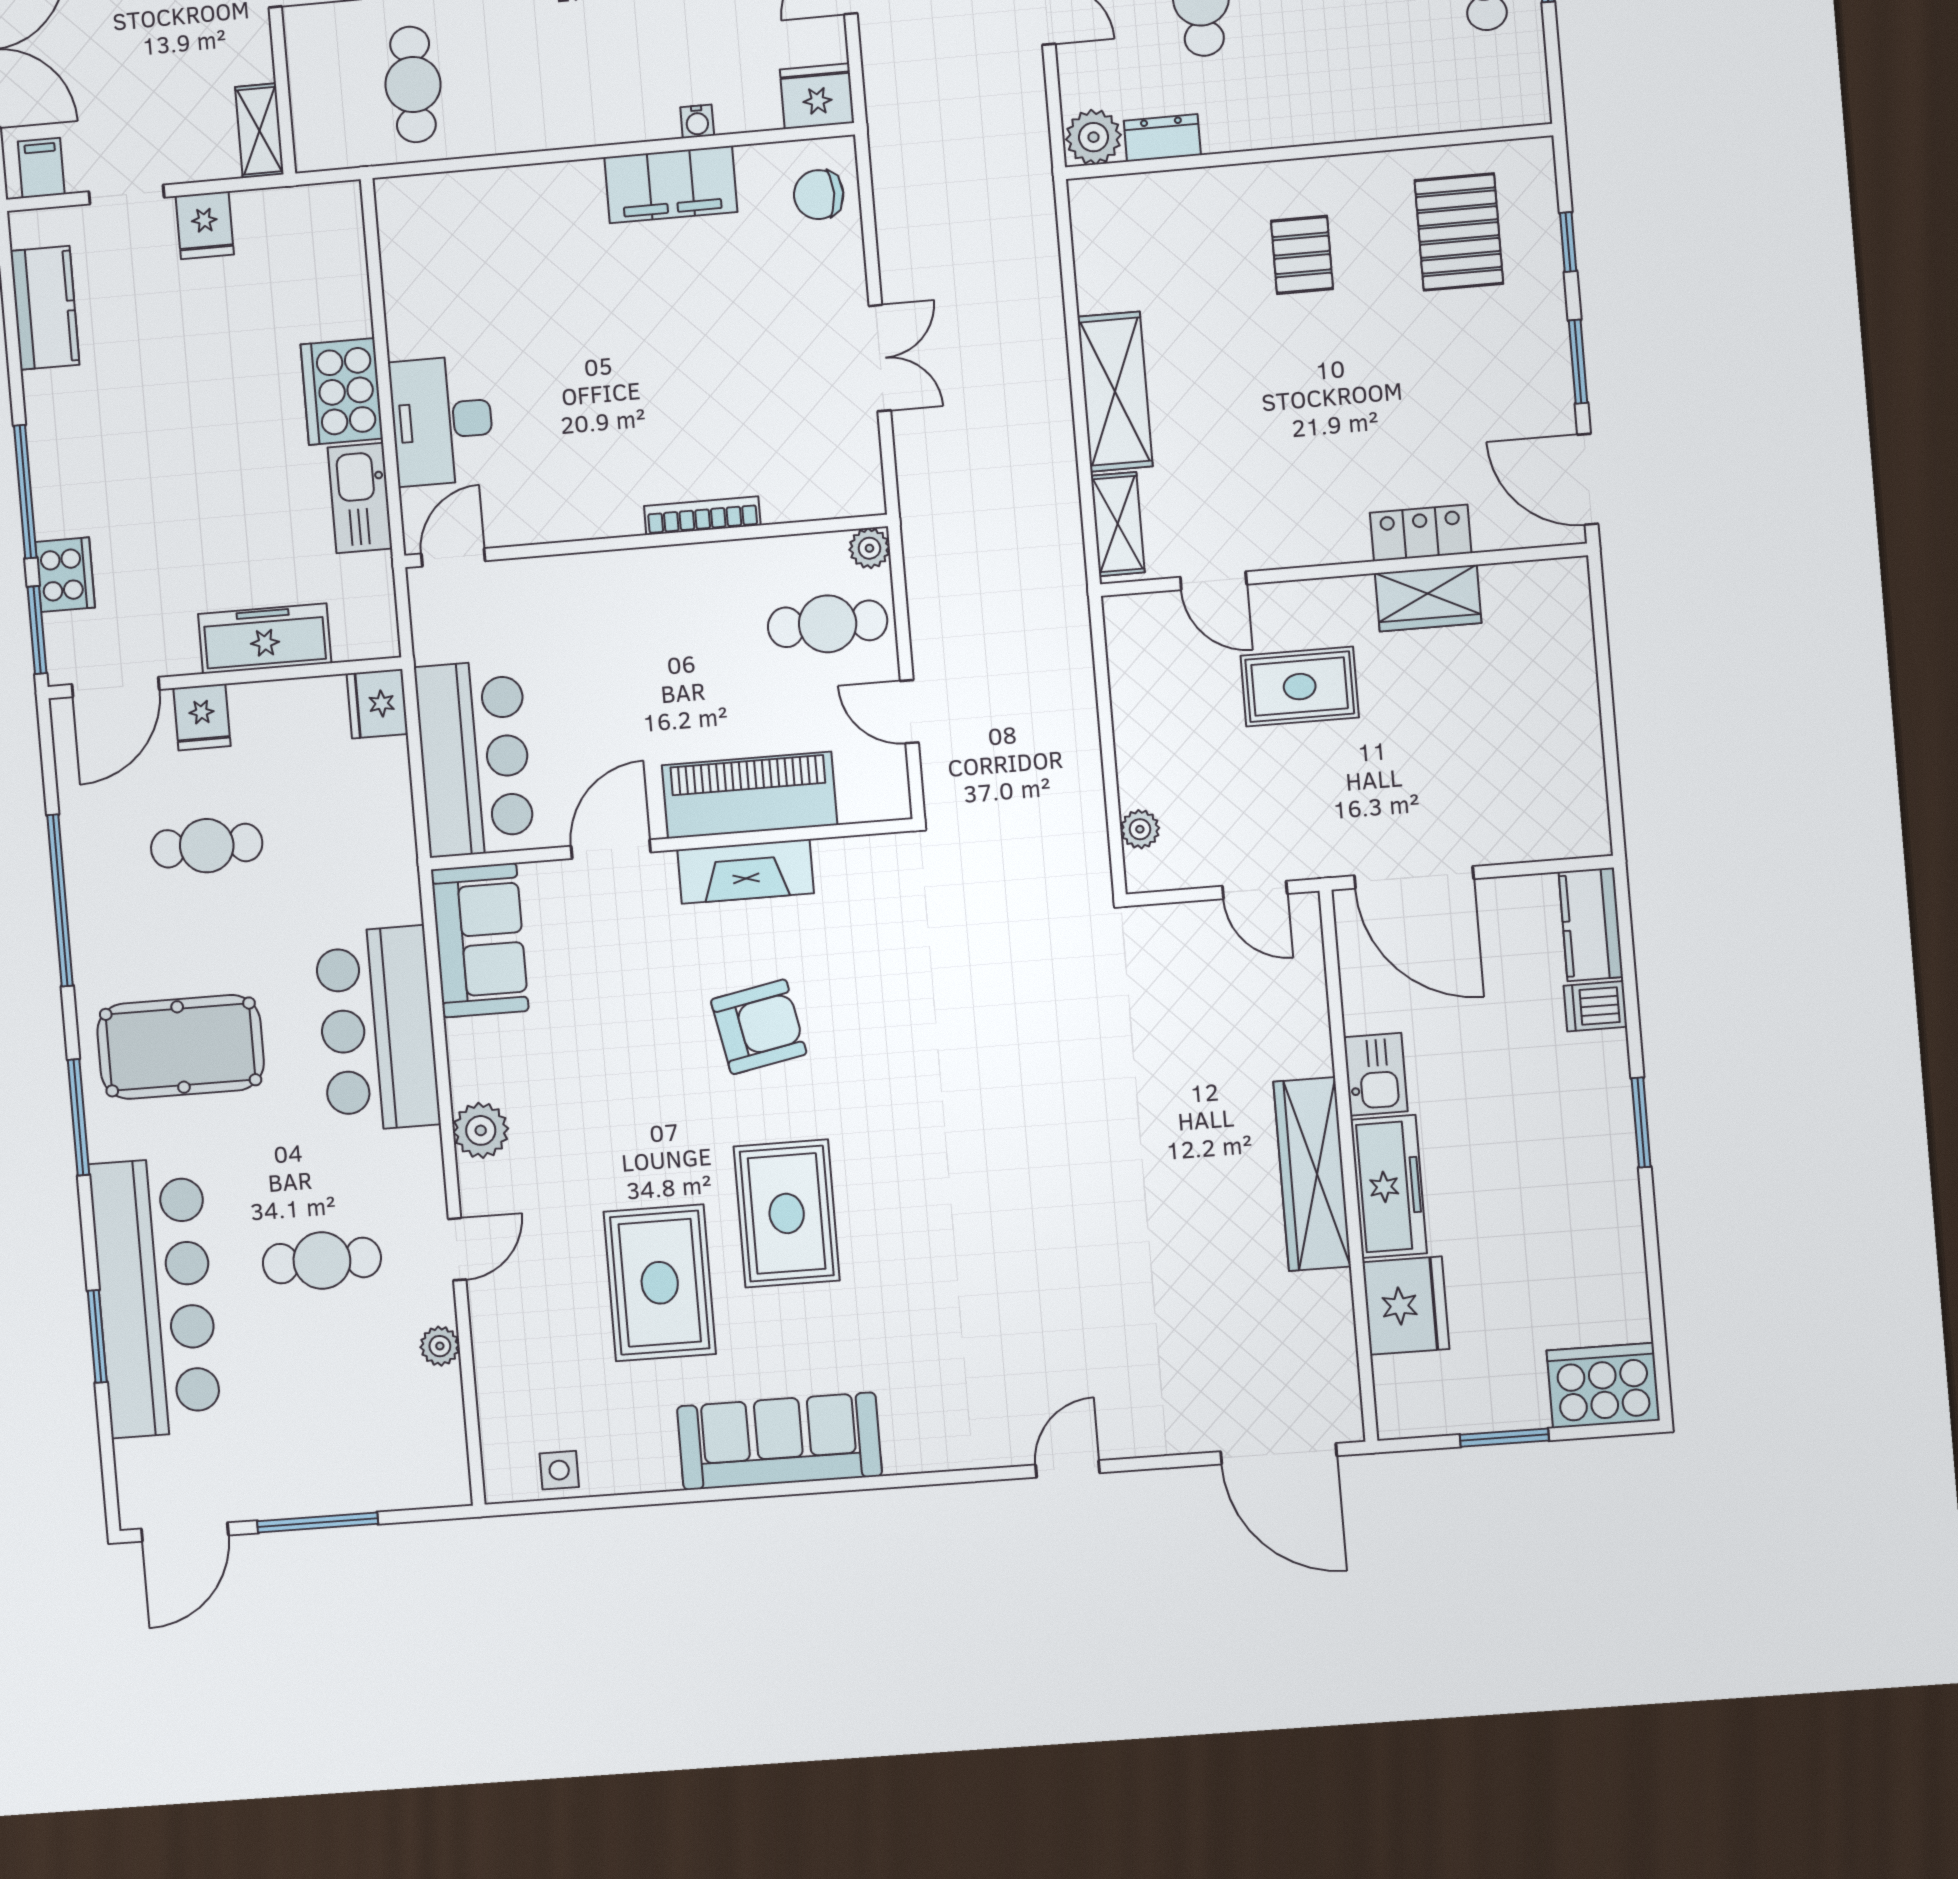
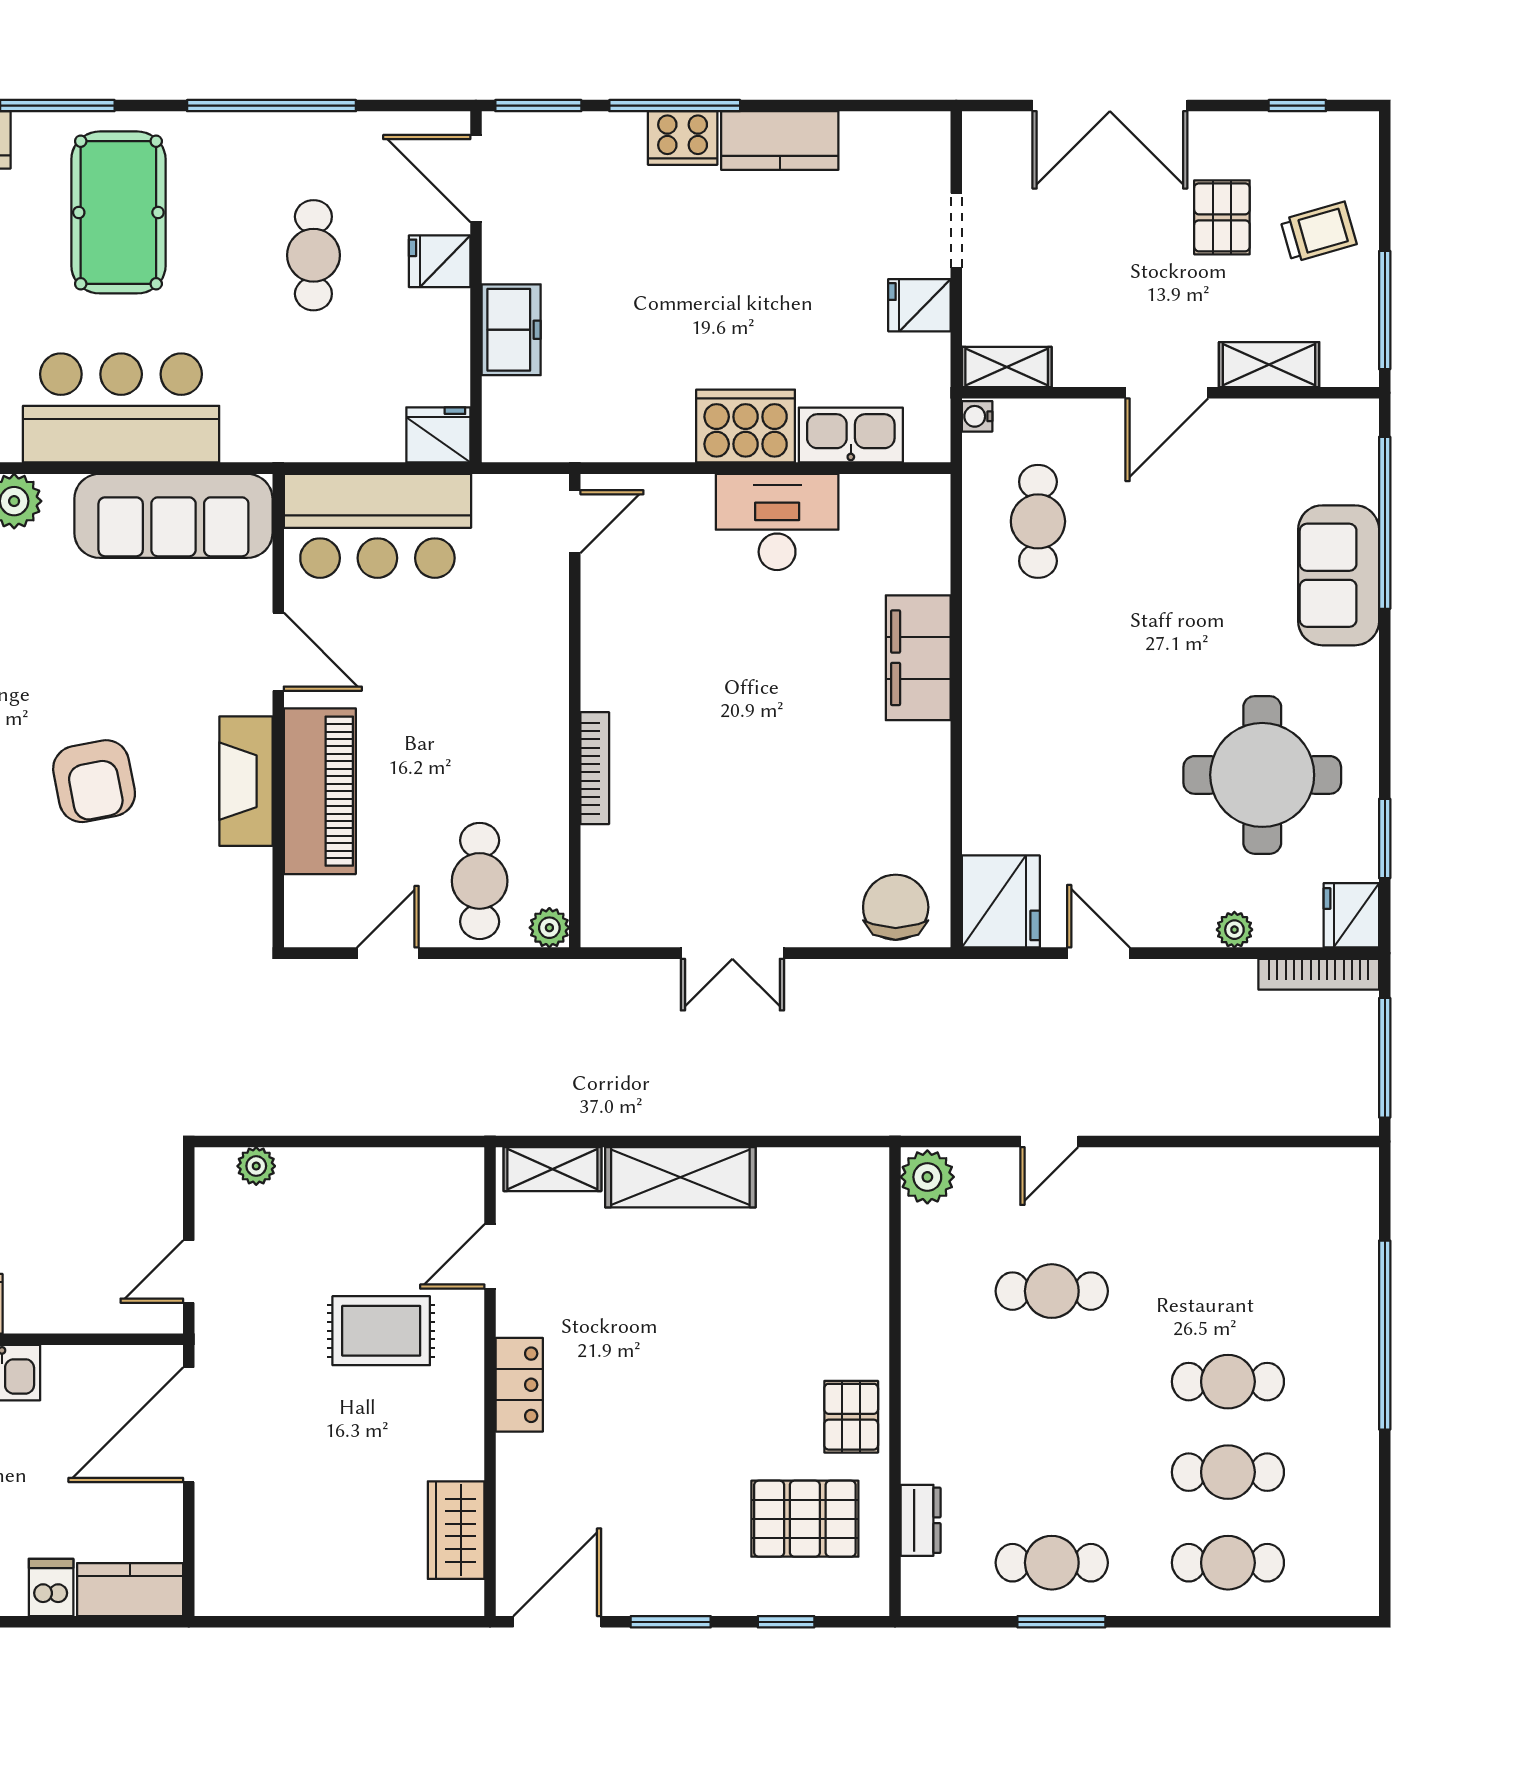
cafe table: (413, 84) -> (1038, 521), turned 90
fridge: (817, 96) -> (1001, 901), width x1.36, depth x1.34
water cooler: (697, 121) -> (977, 416), moved
dresser: (1162, 138) -> (921, 1520), moved
filing cabinet: (41, 168) -> (990, 149), removed
filing cabinet: (671, 185) -> (918, 658), moved
chair: (819, 195) -> (896, 907), width x1.37, depth x1.37
pallet: (1302, 255) -> (851, 1417), moved, turned 90
kitchen counter: (45, 308) -> (780, 141), moved
desk: (442, 421) -> (777, 522), moved
kitchen sink: (360, 498) -> (851, 435), moved
locker: (1421, 533) -> (519, 1385), moved
door: (453, 557) -> (575, 522), hinge flipped
cooker: (65, 575) -> (683, 138), moved
wardrobe: (1428, 598) -> (456, 1530), moved
freezer: (265, 639) -> (511, 330), width x0.71
rug: (1300, 687) -> (381, 1331), turned 90
sofa: (480, 940) -> (173, 516), width x1.36

